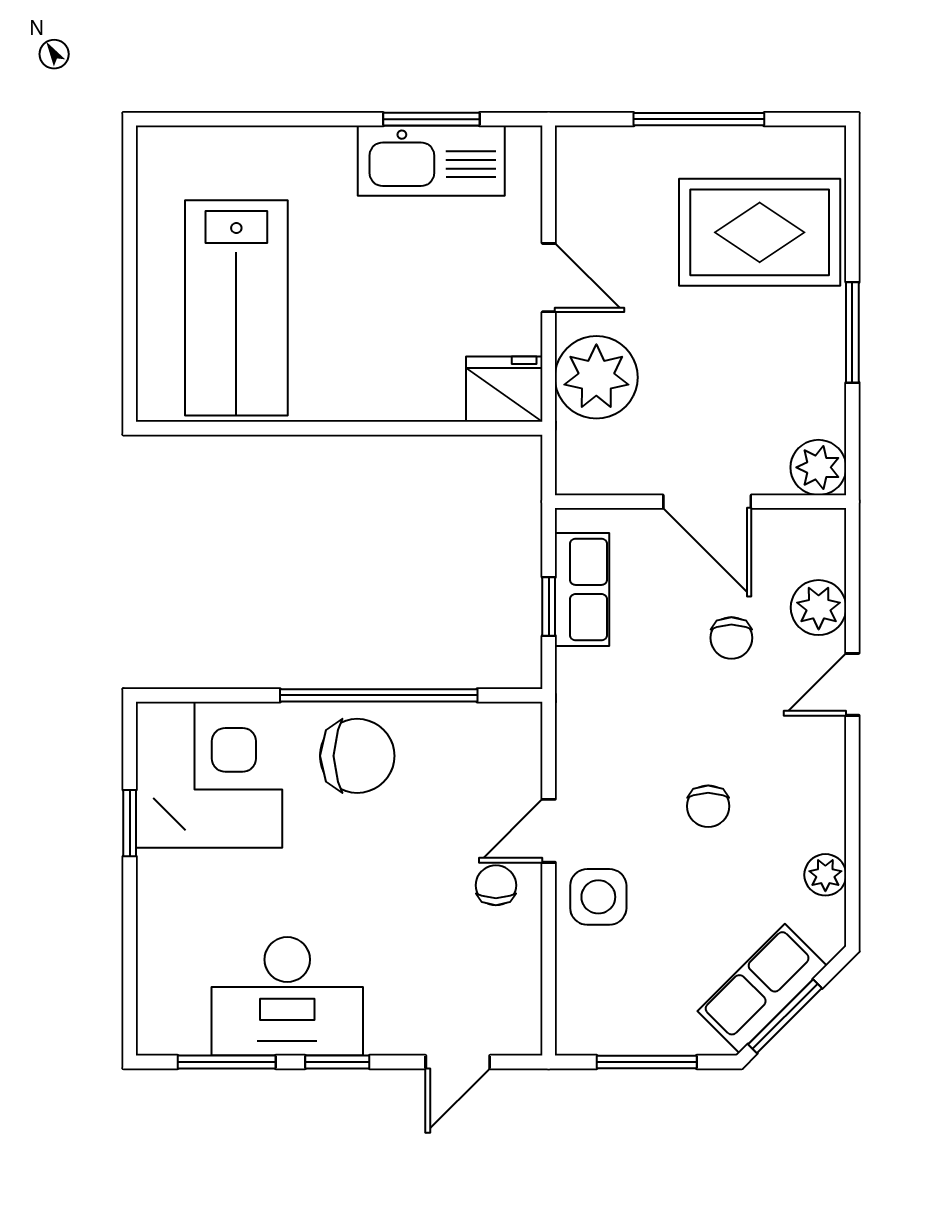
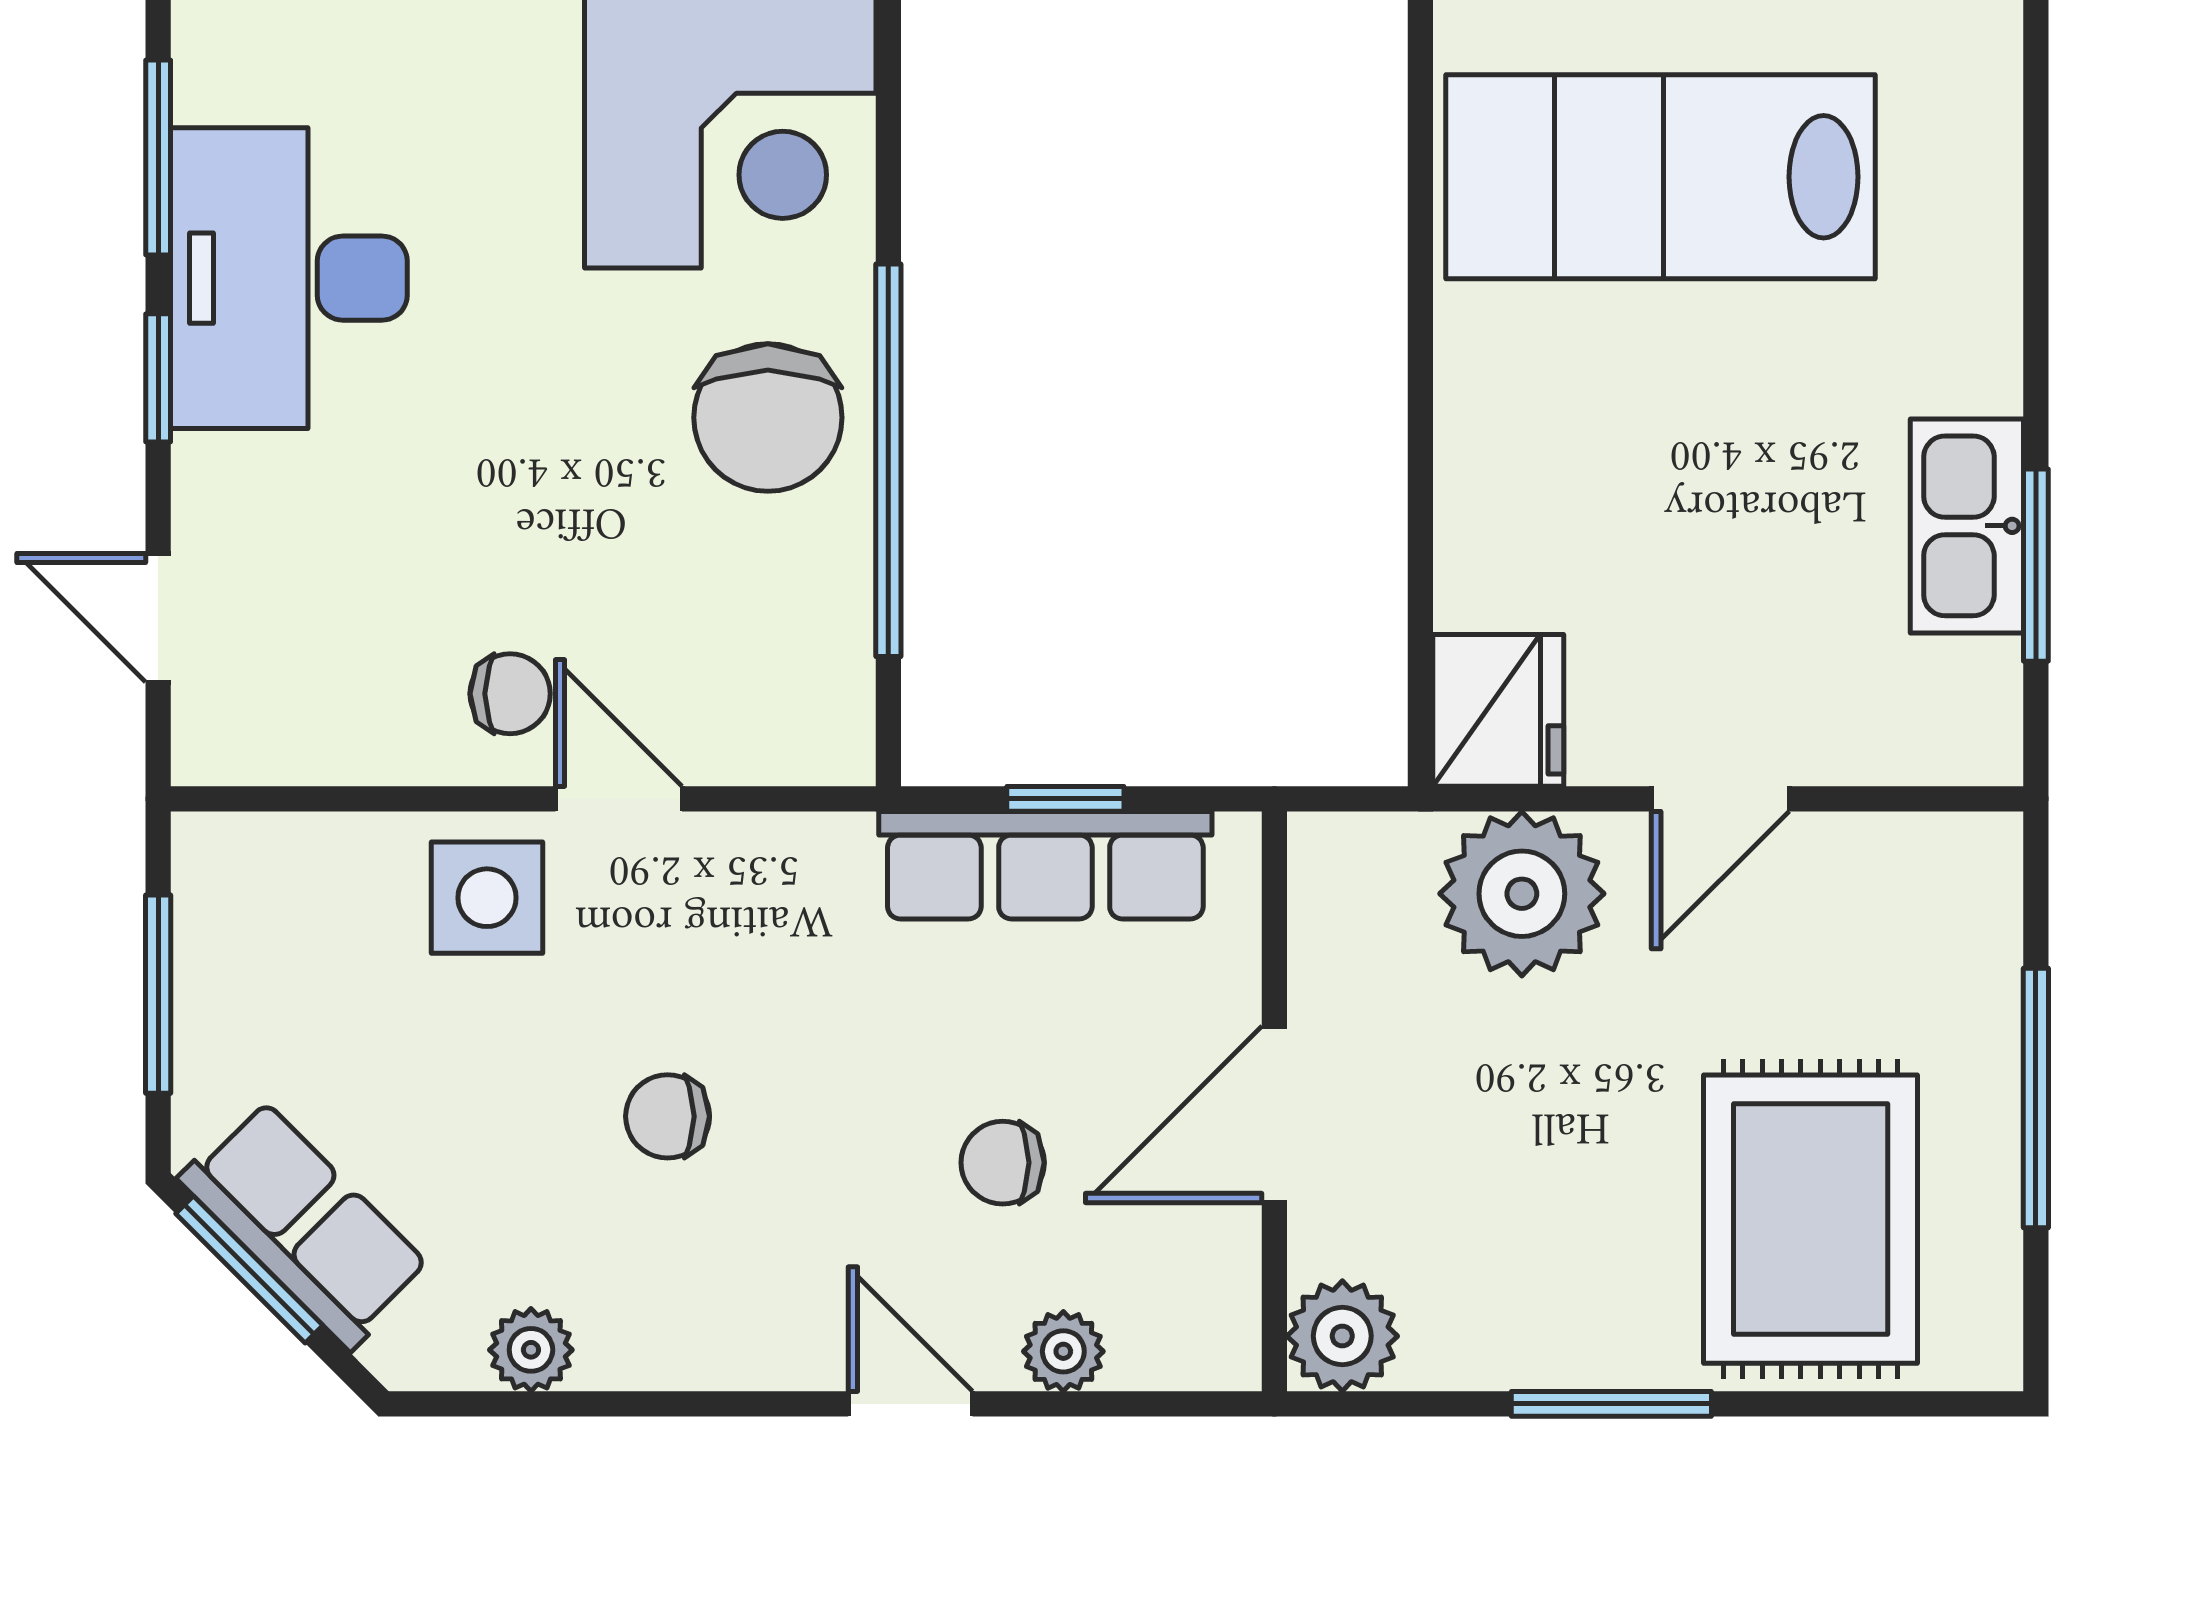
kitchen sink: (431, 161) -> (1967, 526), width x0.73, depth x0.81
row of seats: (582, 589) -> (1045, 865), width x1.48
plant: (819, 608) -> (1063, 1351), width x0.73, depth x0.73

